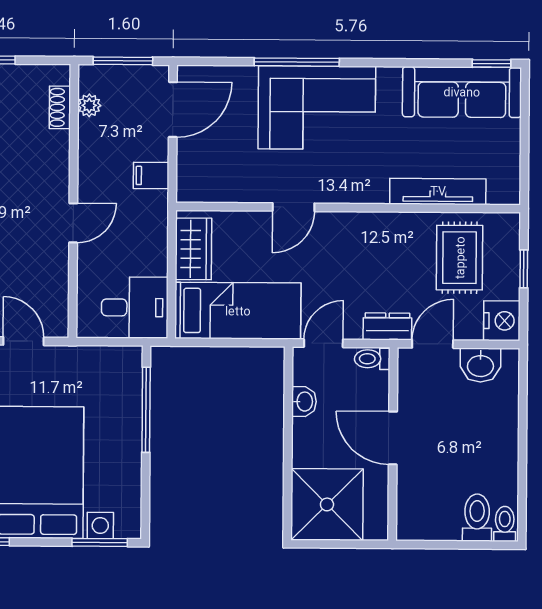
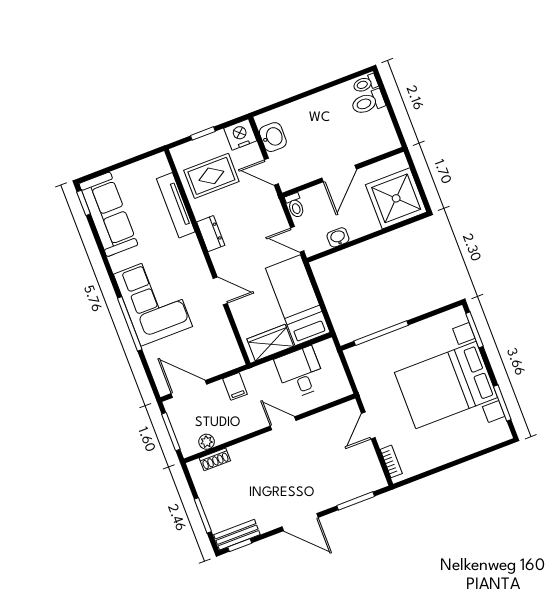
desk: (135, 308) -> (300, 373), moved
dresser: (387, 326) -> (211, 234), moved, turned 180

